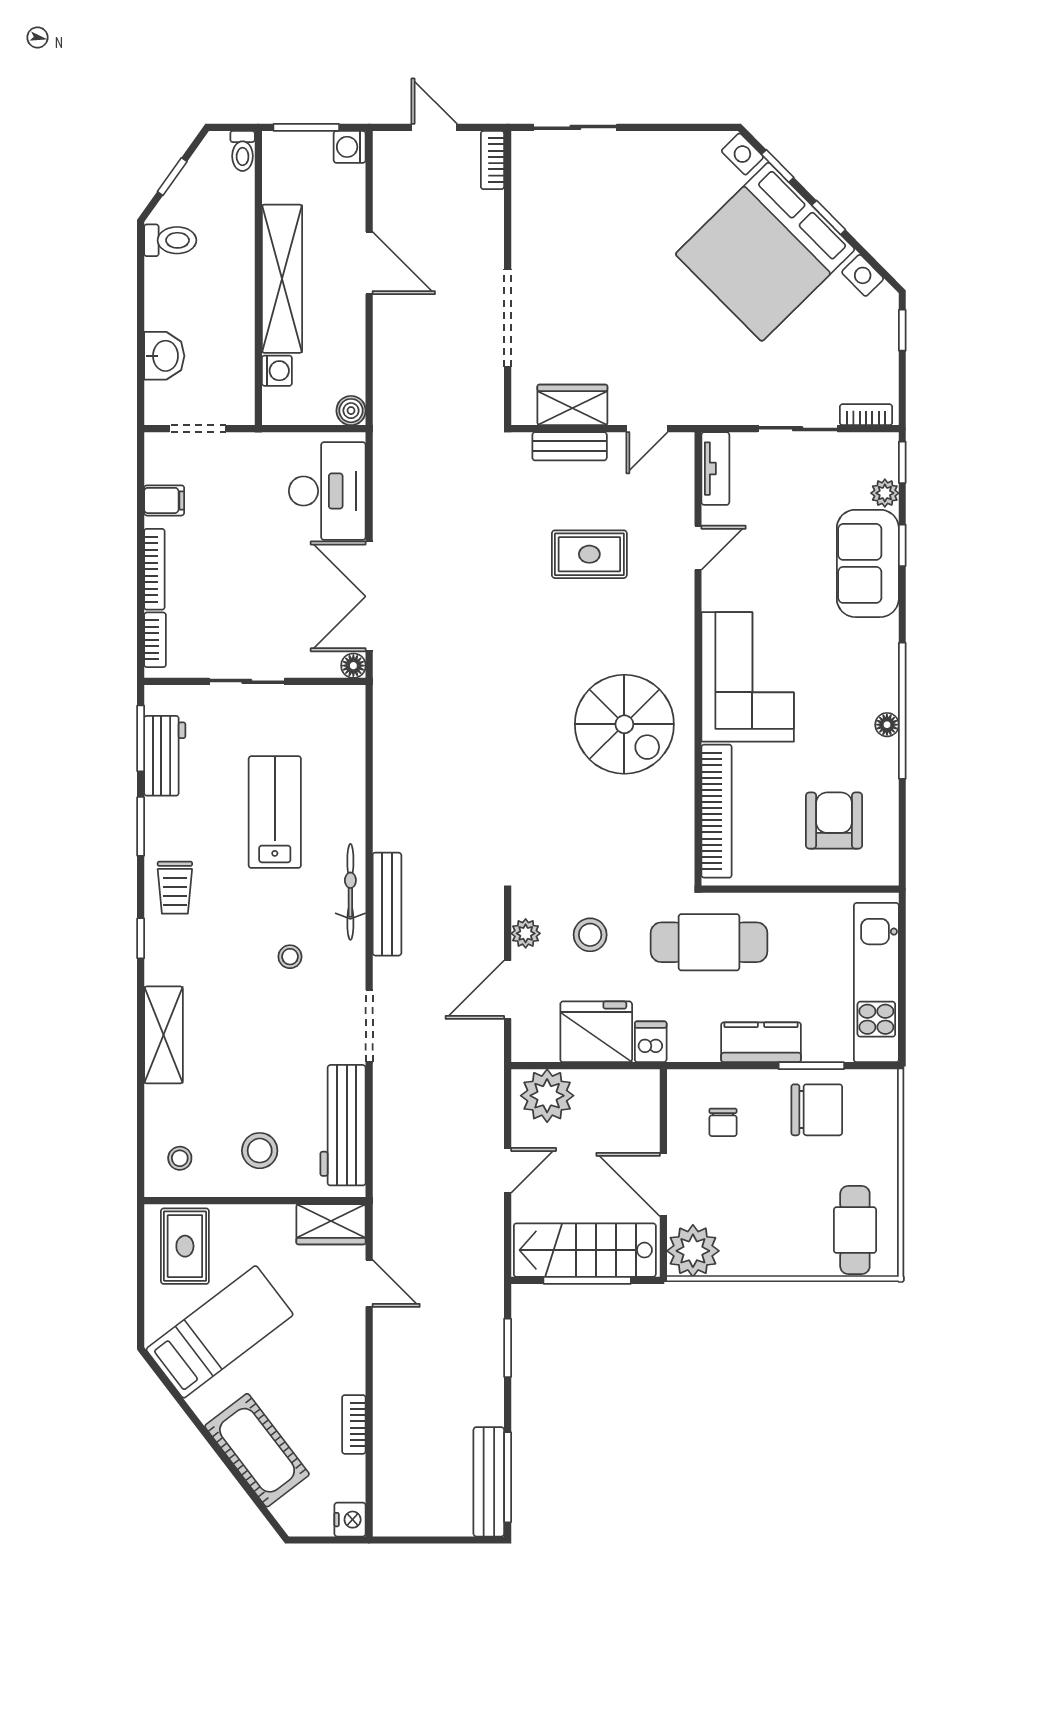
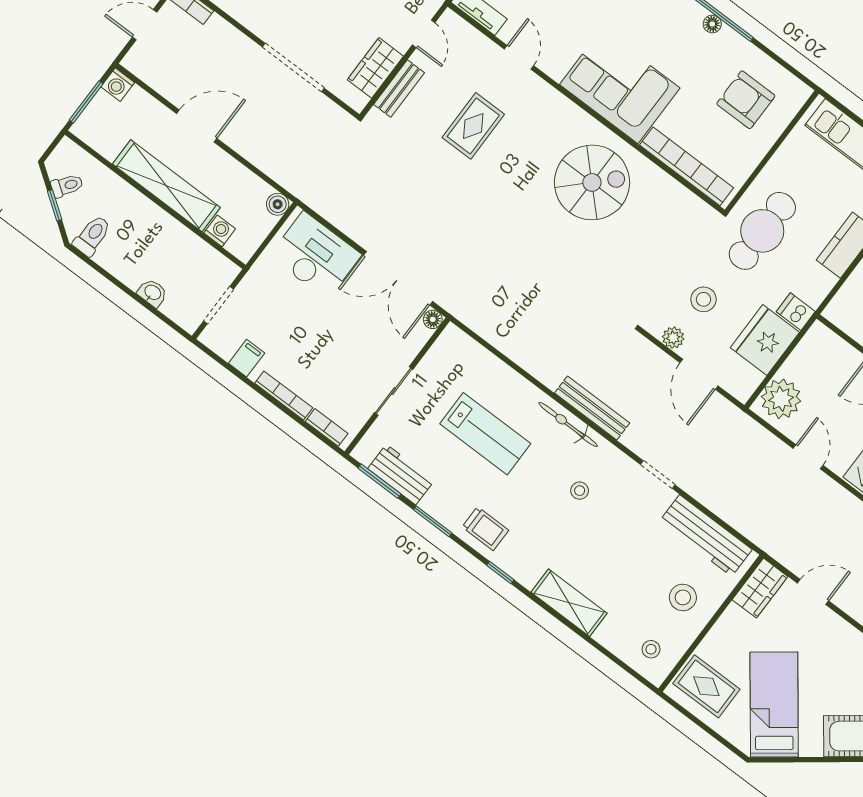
toilet: (243, 151) -> (67, 186), moved, turned -55
washbasin: (164, 356) -> (152, 293), width x0.72, depth x0.69
lab bench: (275, 812) -> (485, 434), turned 180
doorway: (369, 1026) -> (658, 475), width x0.73

